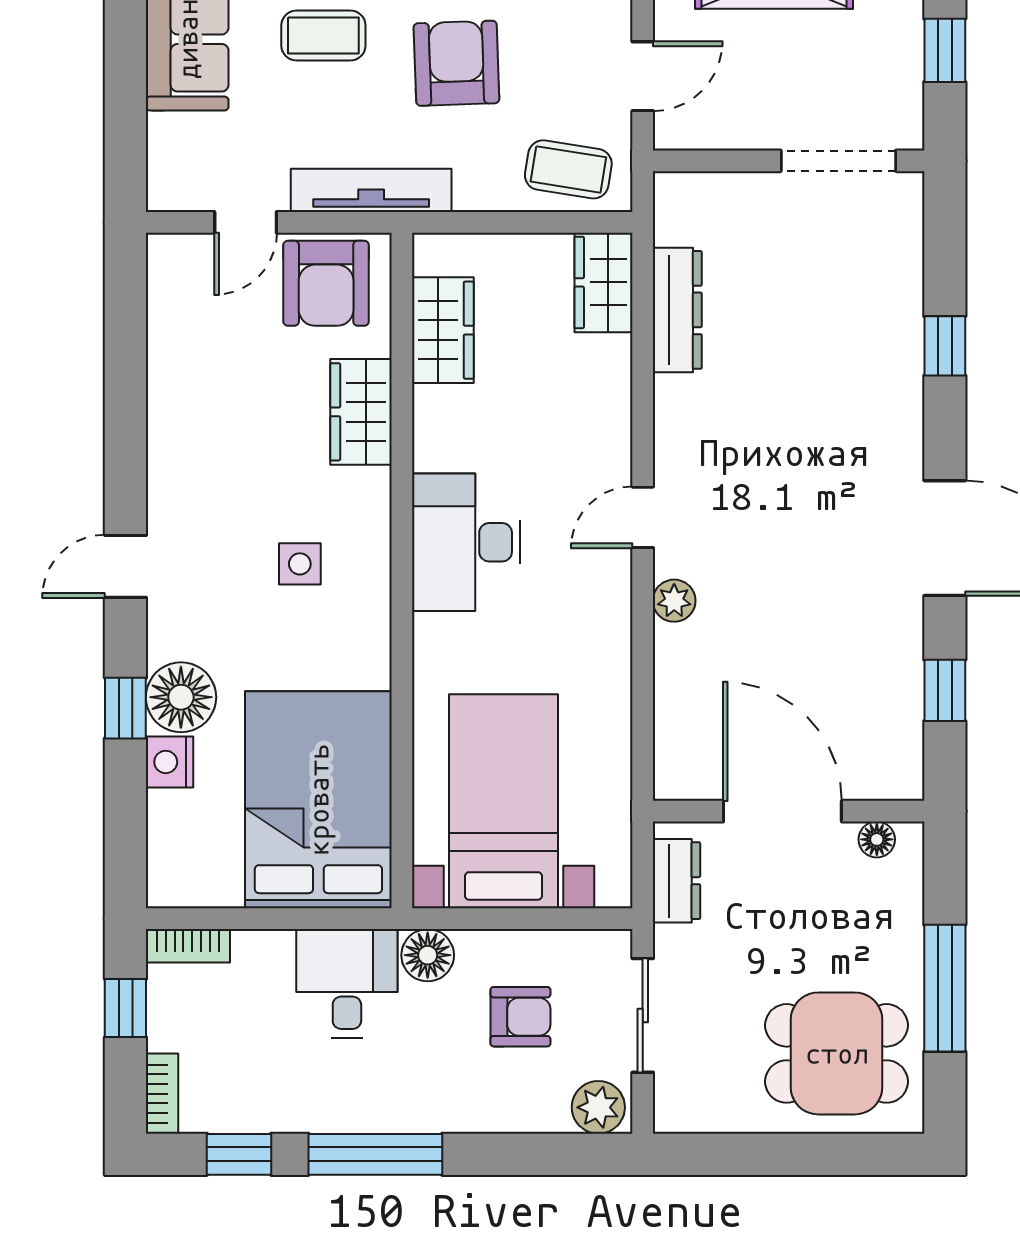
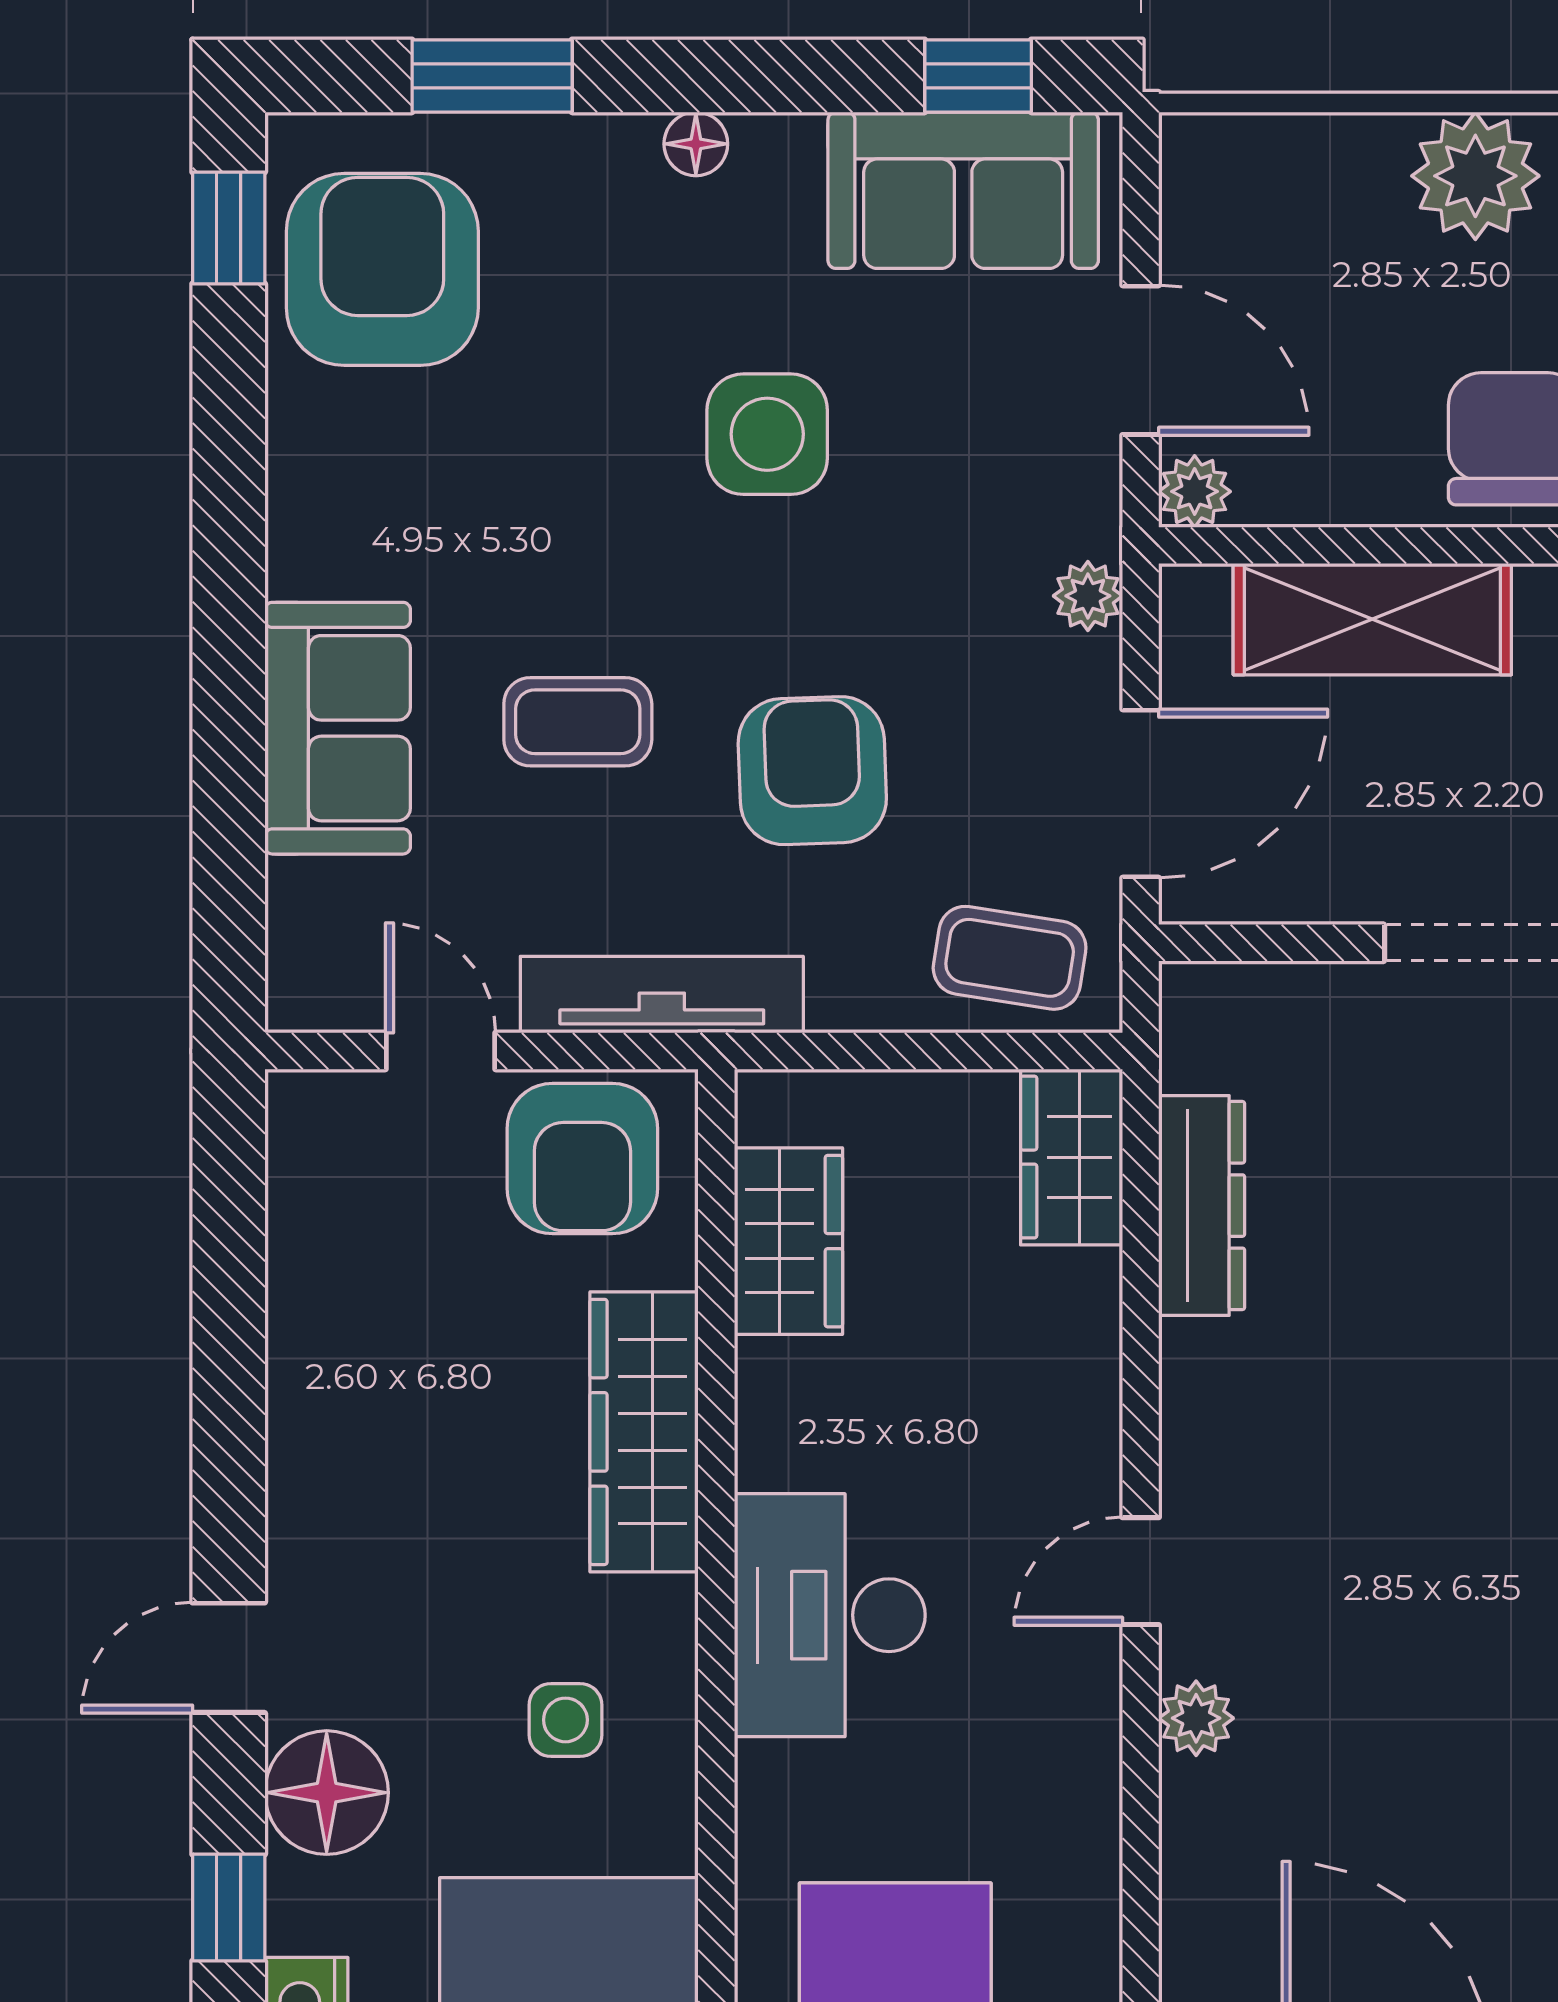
door: (643, 76) -> (1141, 794), width x1.37
door: (246, 222) -> (440, 1051), swing flipped
wardrobe: (361, 412) -> (644, 1432), width x1.50
side table: (300, 564) -> (565, 1720), moved
floor lamp: (181, 697) -> (327, 1793), moved

